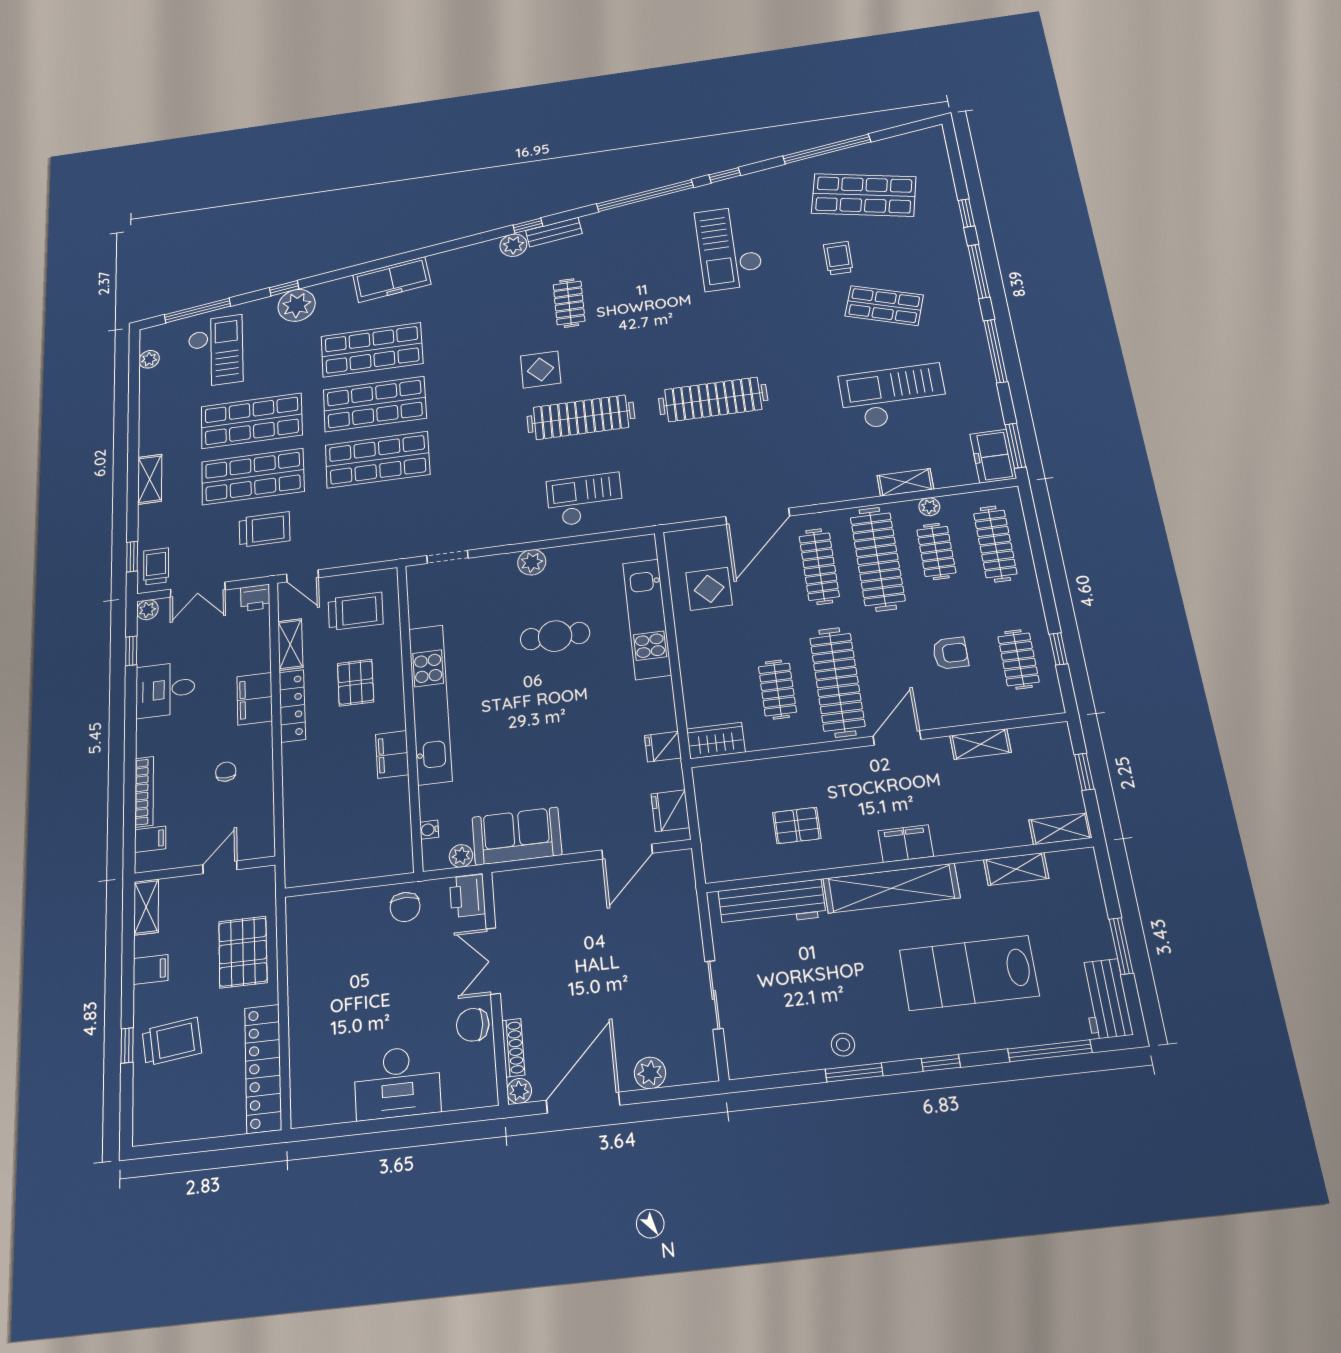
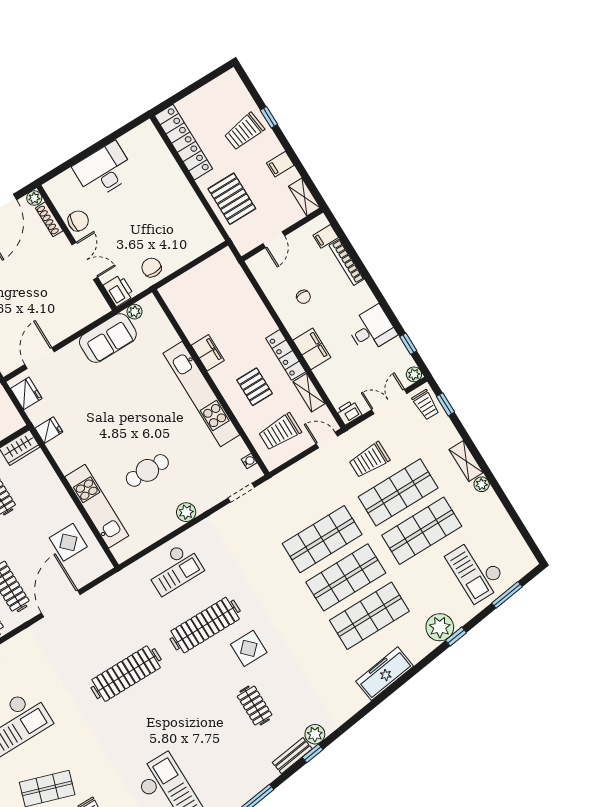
window: (198, 310) -> (507, 595), width x0.69
plant: (149, 359) -> (482, 484), moved
water cooler: (429, 830) -> (249, 461), moved

